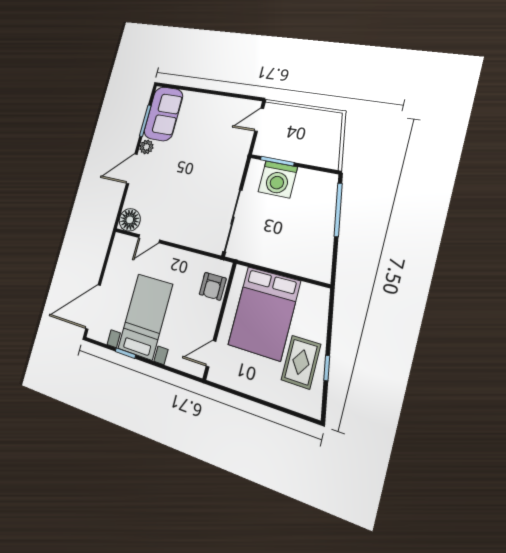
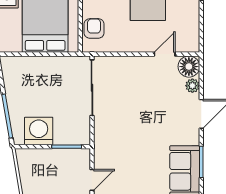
plant: (146, 147) -> (192, 86), moved
washing machine: (278, 179) -> (39, 131), moved

